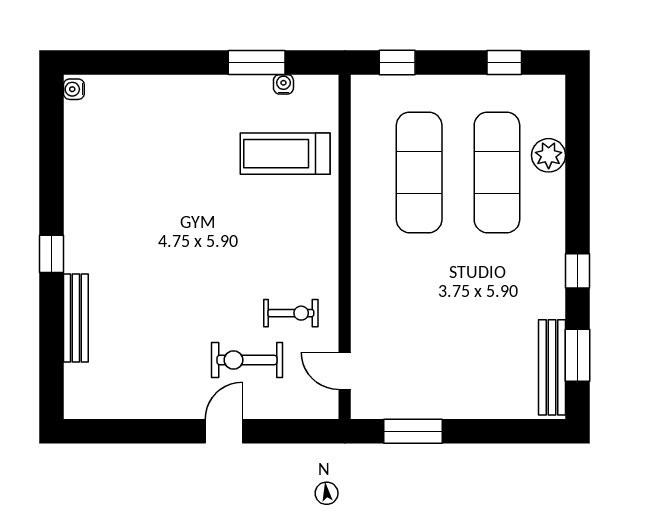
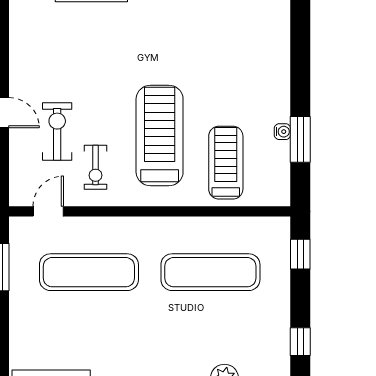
water cooler: (283, 84) -> (282, 132), moved
exercise mat: (497, 172) -> (89, 272), moved
treadmill: (252, 235) -> (160, 136), added

